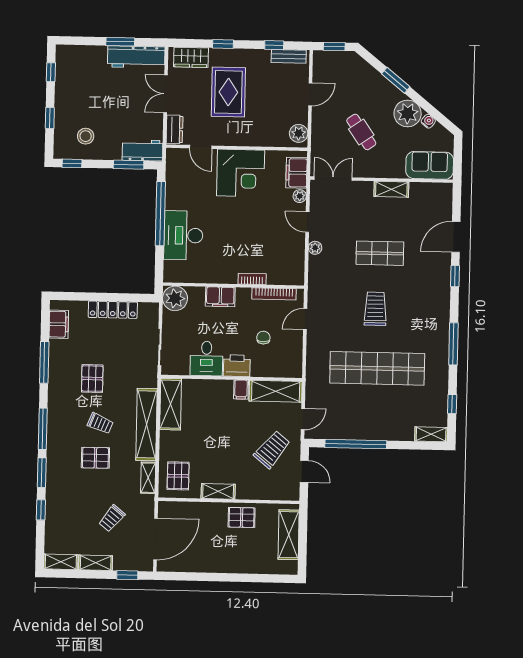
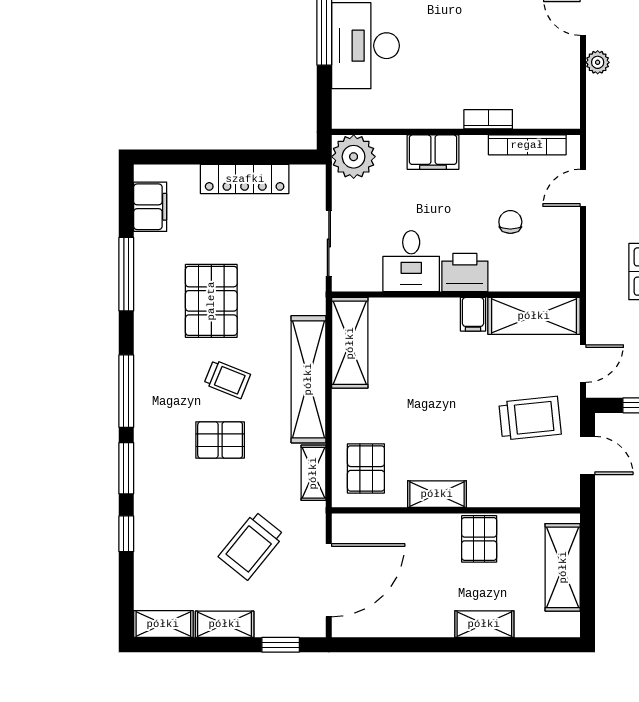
pallet: (92, 379) -> (211, 301), width x1.50, depth x1.42
trolley: (272, 449) -> (530, 418), turned 45
pallet: (242, 517) -> (479, 539), turned 90
trolley: (112, 518) -> (251, 546), width x1.36, depth x1.39
shelving: (243, 566) -> (484, 624), added

